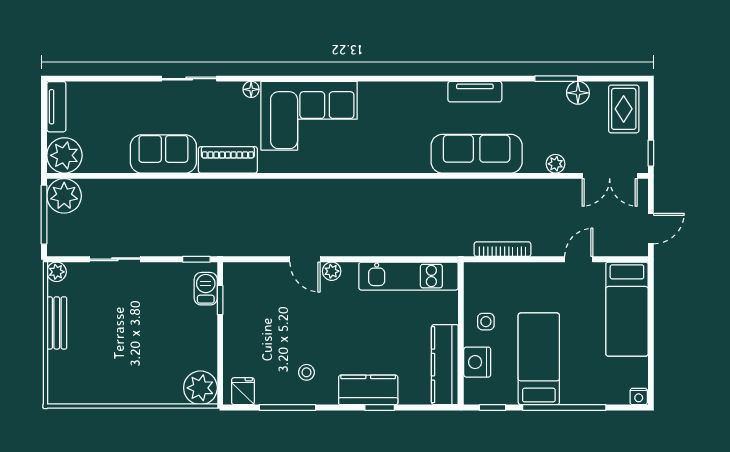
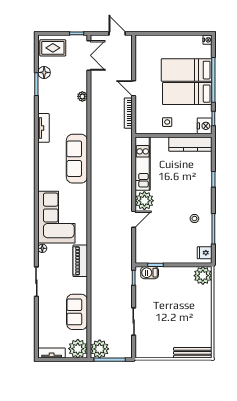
sofa: (163, 154) -> (77, 312), moved
sofa: (477, 154) -> (77, 159), moved
plant: (555, 164) -> (82, 96), moved
door: (579, 259) -> (134, 88), moved
plant: (332, 271) -> (144, 201), width x1.87, depth x1.87
plant: (57, 272) -> (140, 353), removed
bed: (627, 309) -> (187, 70), moved, turned 180
bench: (57, 323) -> (193, 353), moved, width x1.36
nightstand: (477, 362) -> (205, 126), moved, turned -90
kitchen counter: (368, 390) -> (204, 185), removed

